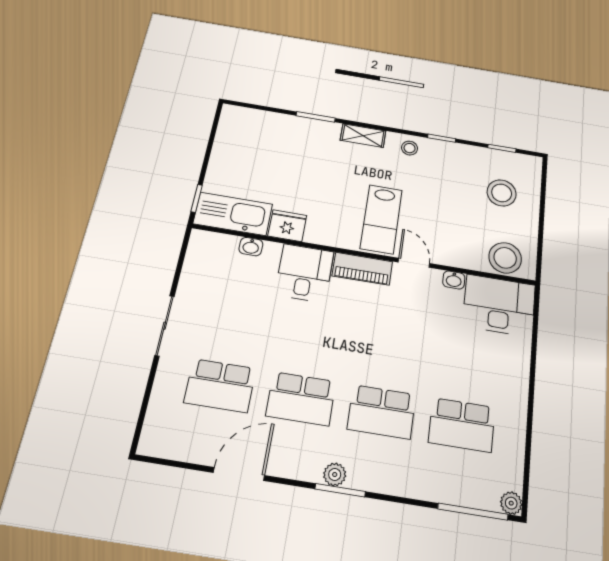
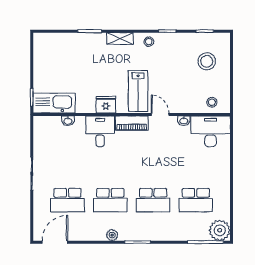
fridge: (287, 226) -> (106, 105), moved
stool: (505, 258) -> (212, 102), width x0.53, depth x0.53
door: (239, 474) -> (55, 242), moved
plant: (335, 475) -> (112, 235), moved
plant: (511, 503) -> (220, 230), width x1.88, depth x1.88

